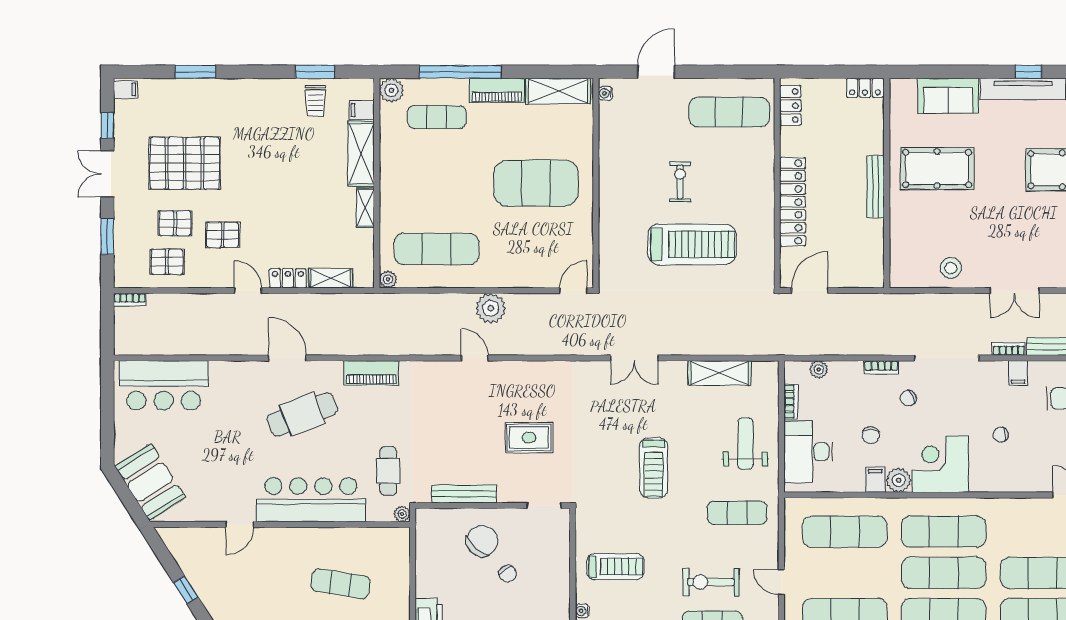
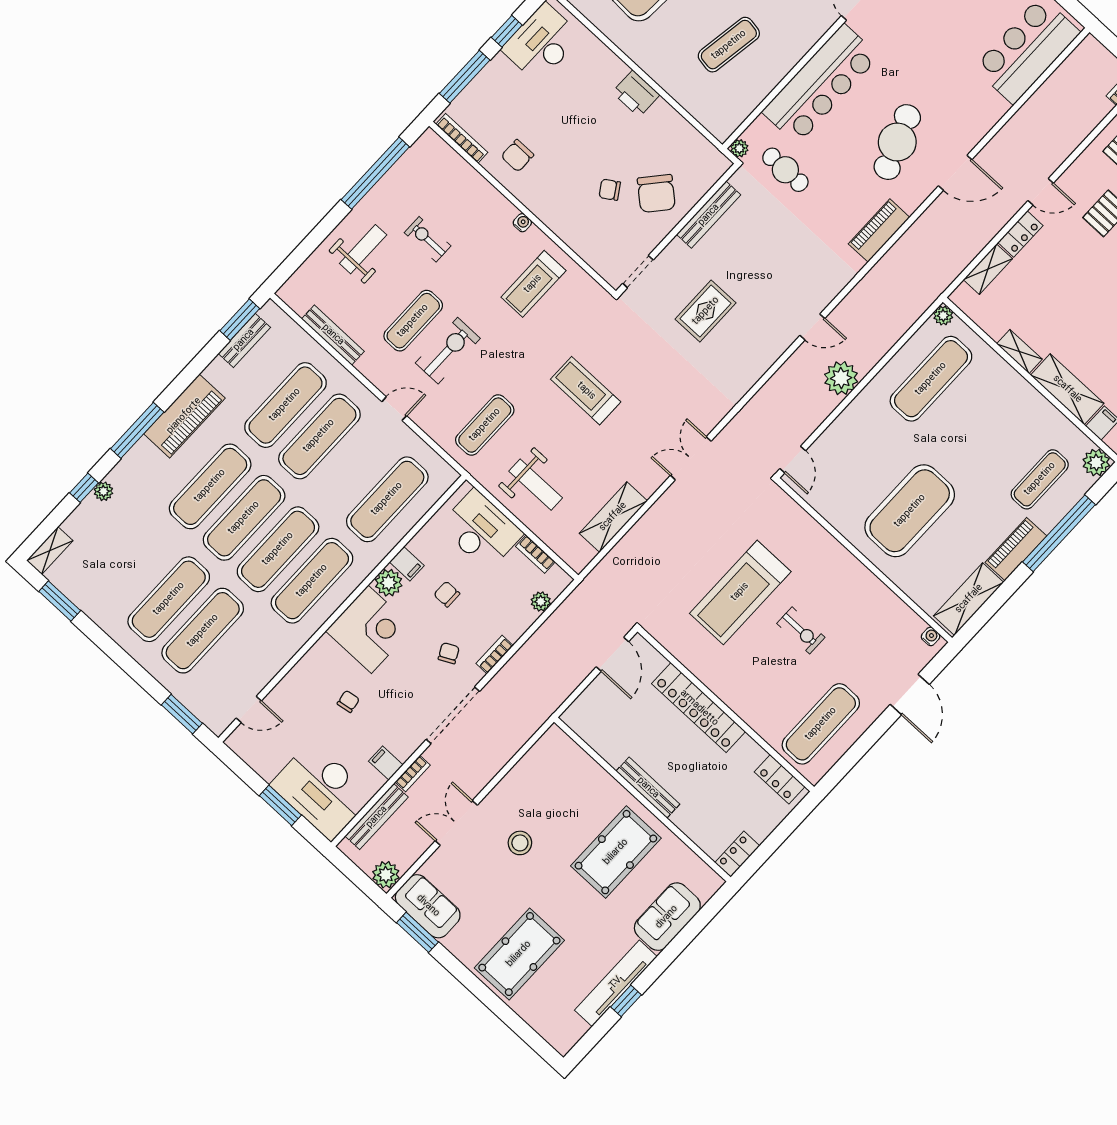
stool: (951, 268) -> (520, 843), moved

